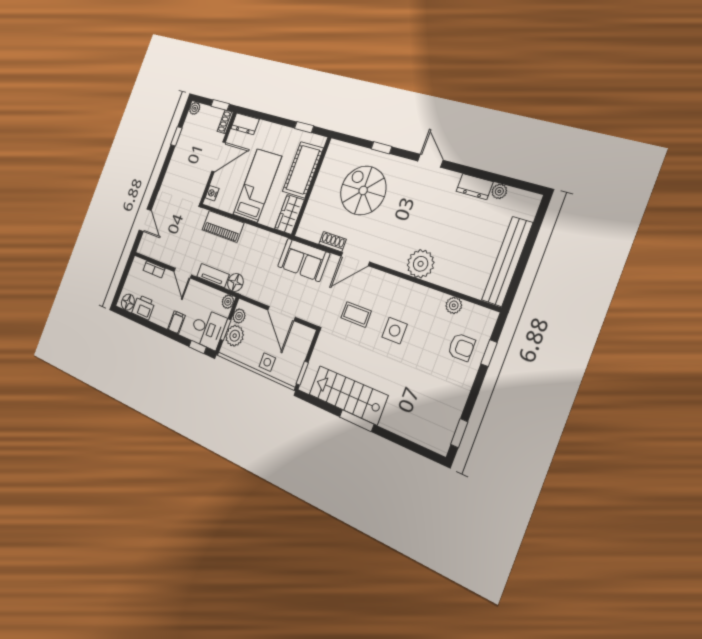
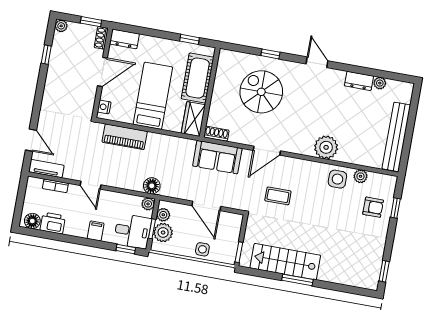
shoe rack: (333, 242) -> (216, 134), moved
tv unit: (213, 276) -> (46, 169), moved
side table: (395, 331) -> (337, 179), moved

